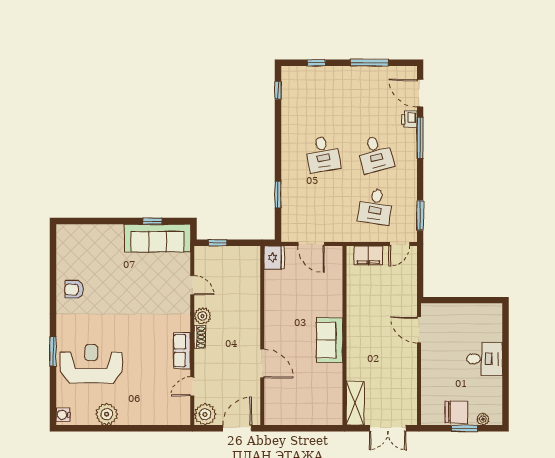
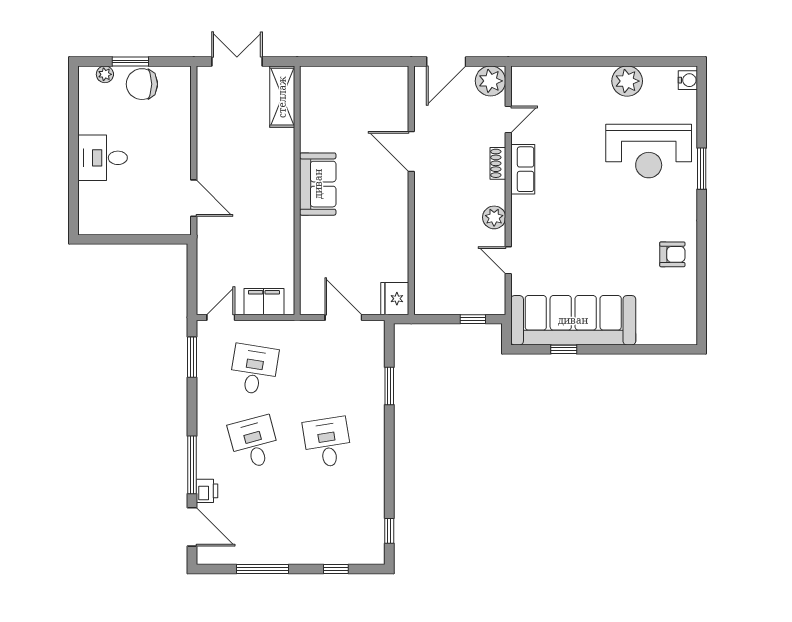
sofa: (157, 238) -> (573, 320), width x1.36, depth x1.27
shoe rack: (200, 337) -> (498, 163), moved

